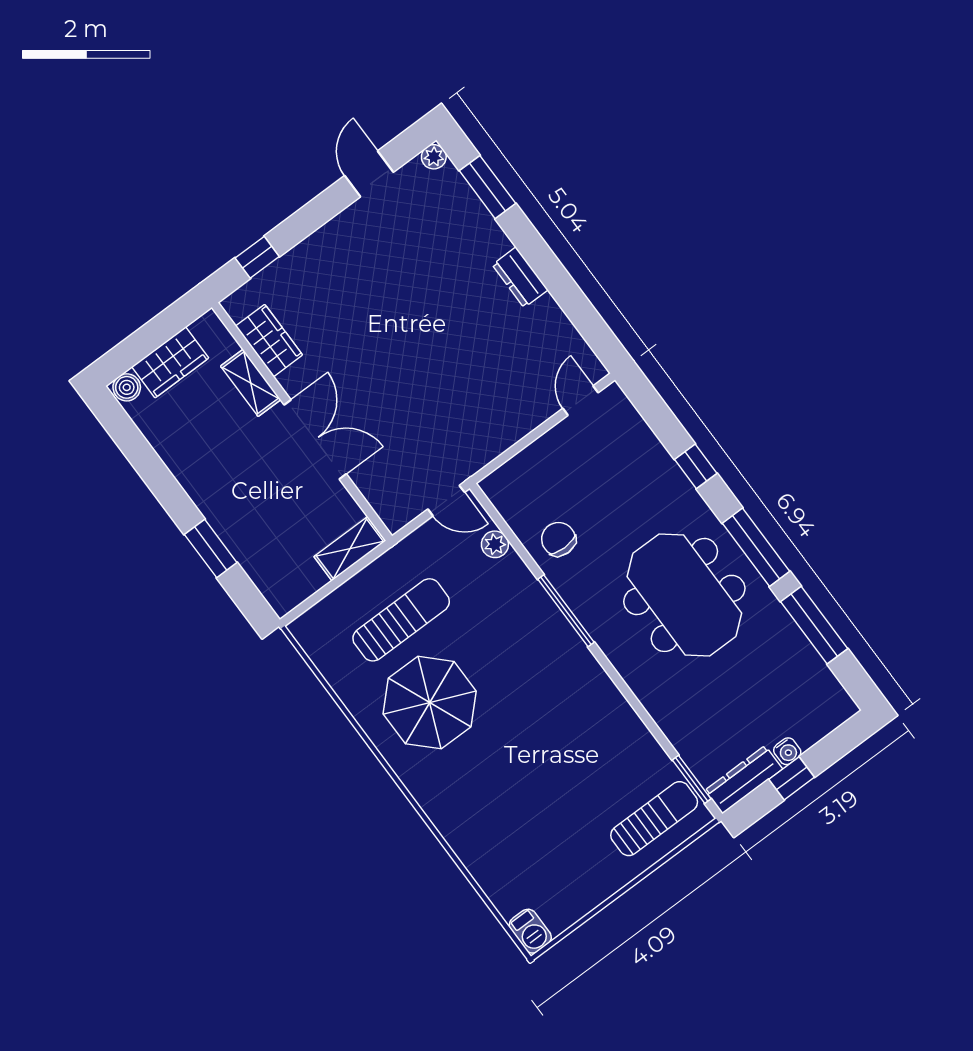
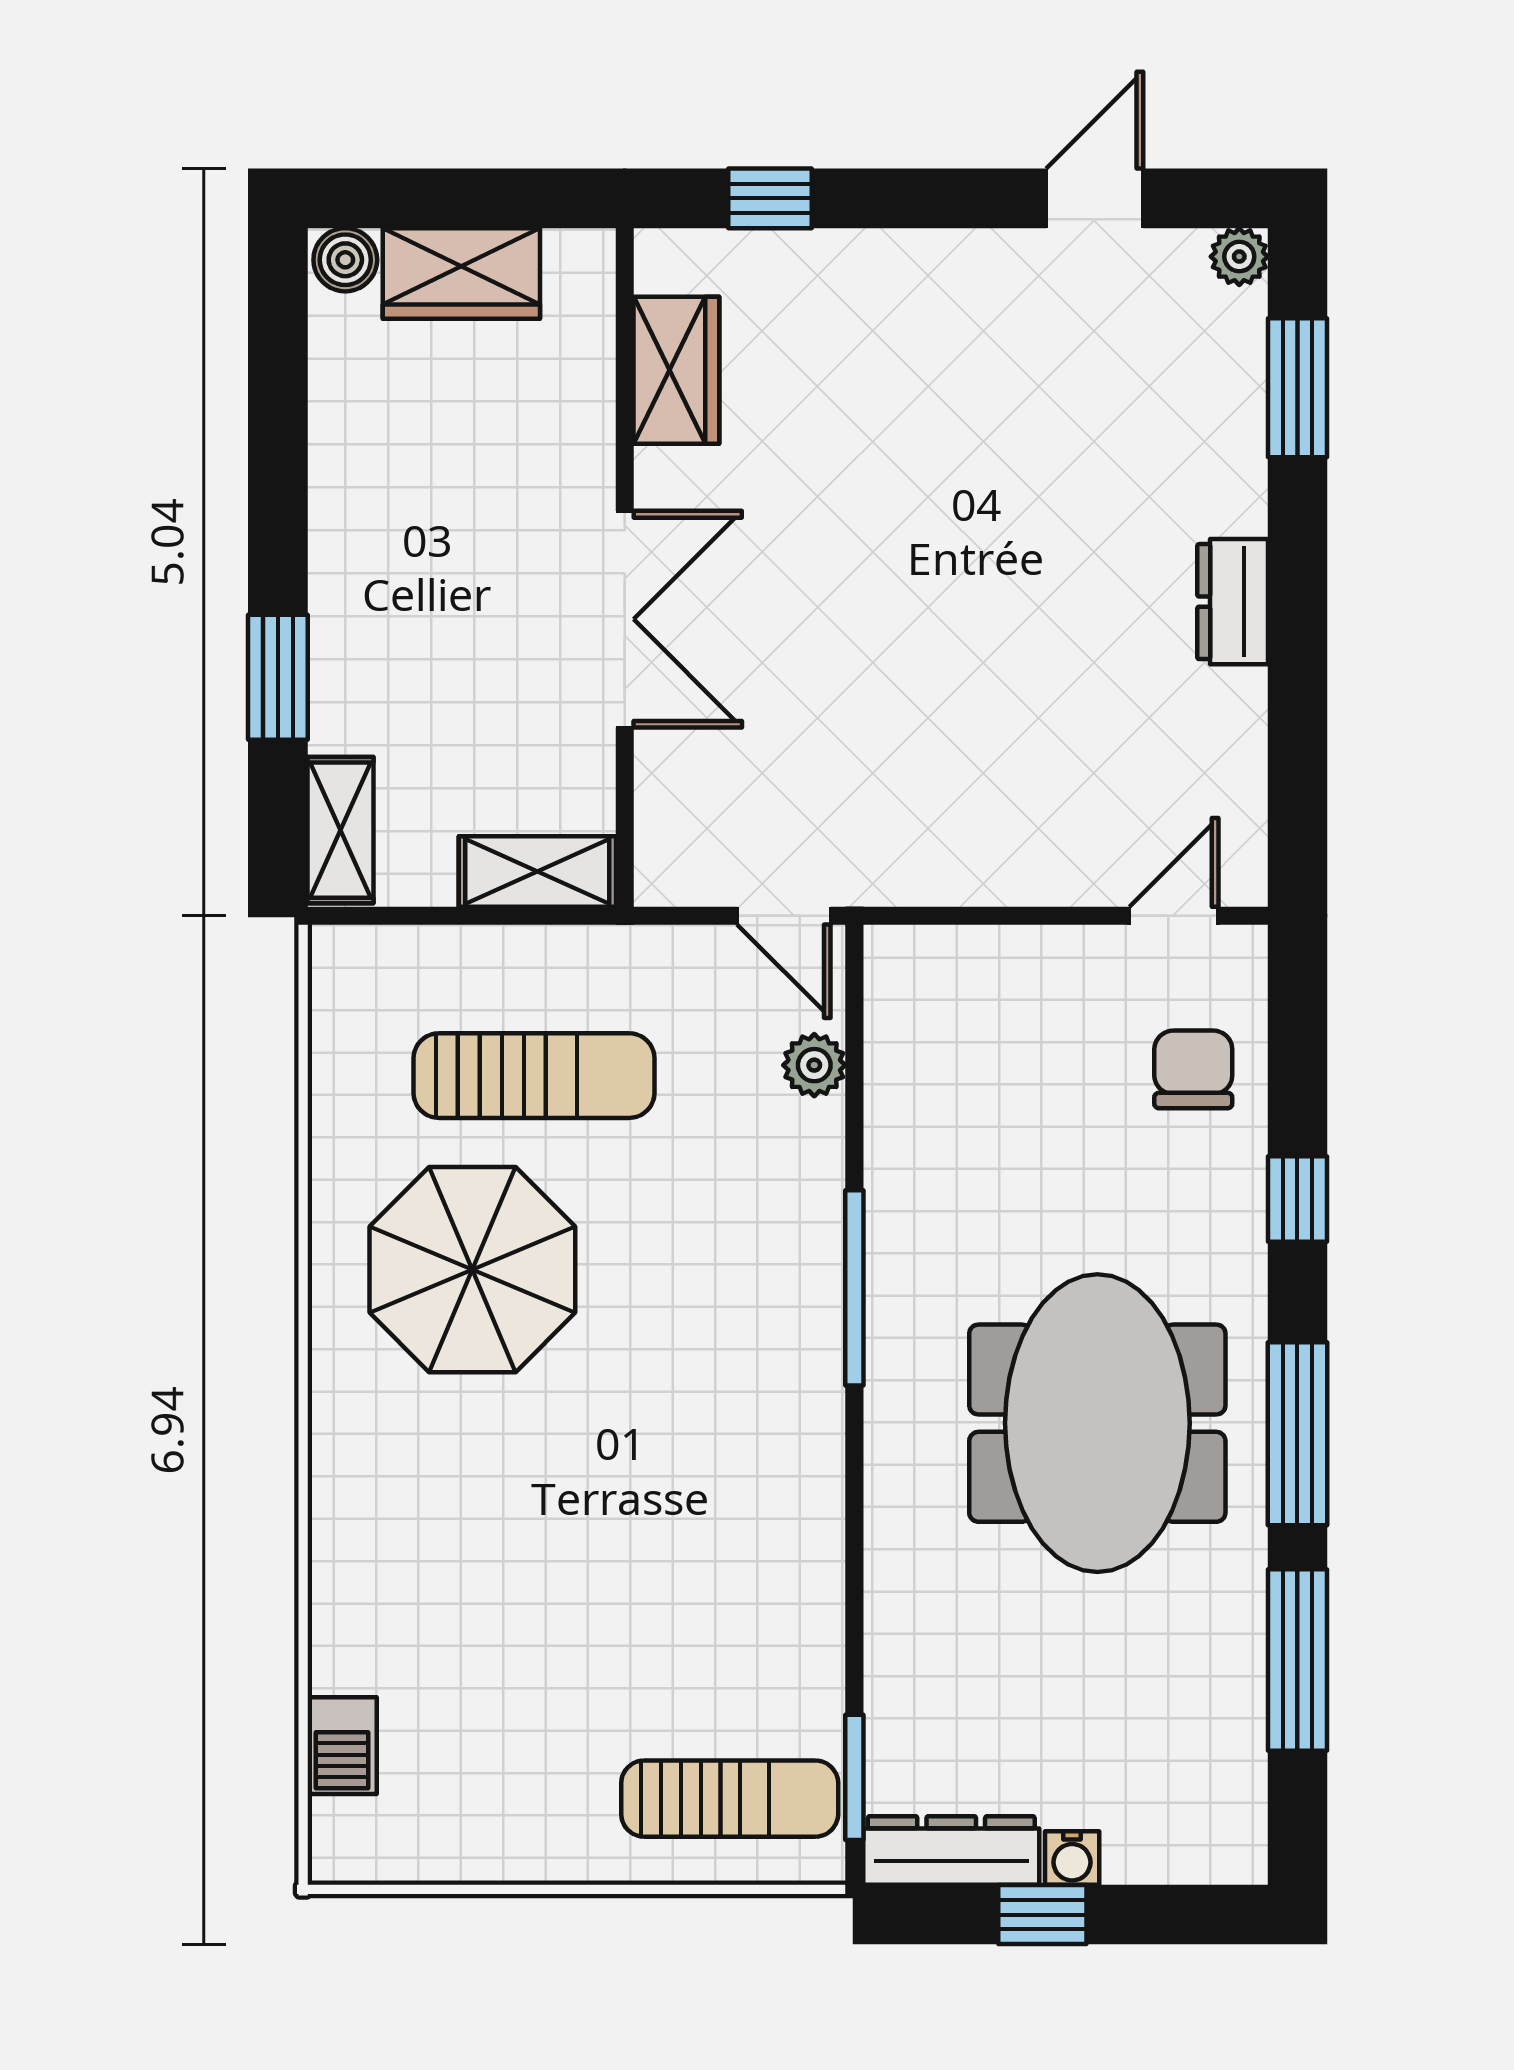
shelving: (251, 383) -> (340, 830), moved
chair: (559, 539) -> (1193, 1069), moved
barbecue: (530, 931) -> (342, 1746), moved

